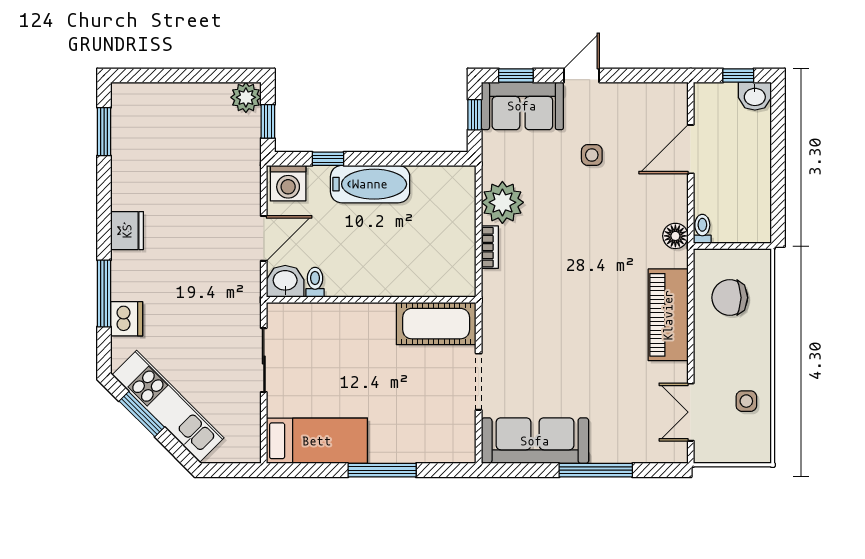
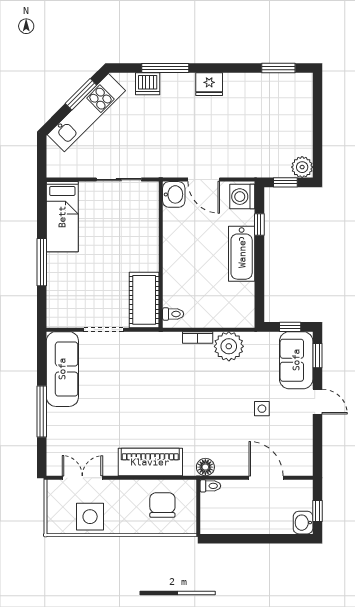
toilet: (315, 282) -> (173, 314), moved
side table: (746, 401) -> (90, 517), width x1.87, depth x1.87

